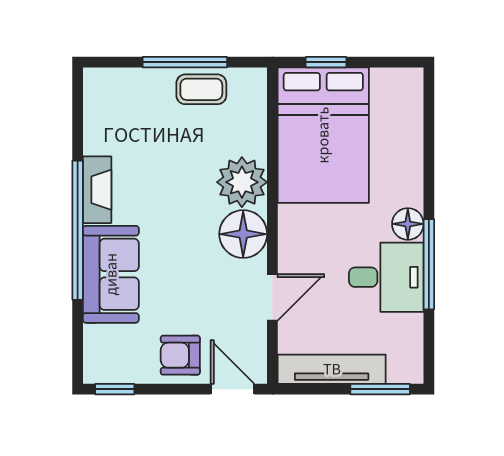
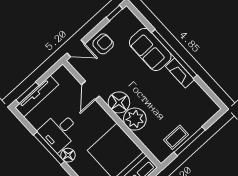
tv unit: (332, 369) -> (37, 96), moved

